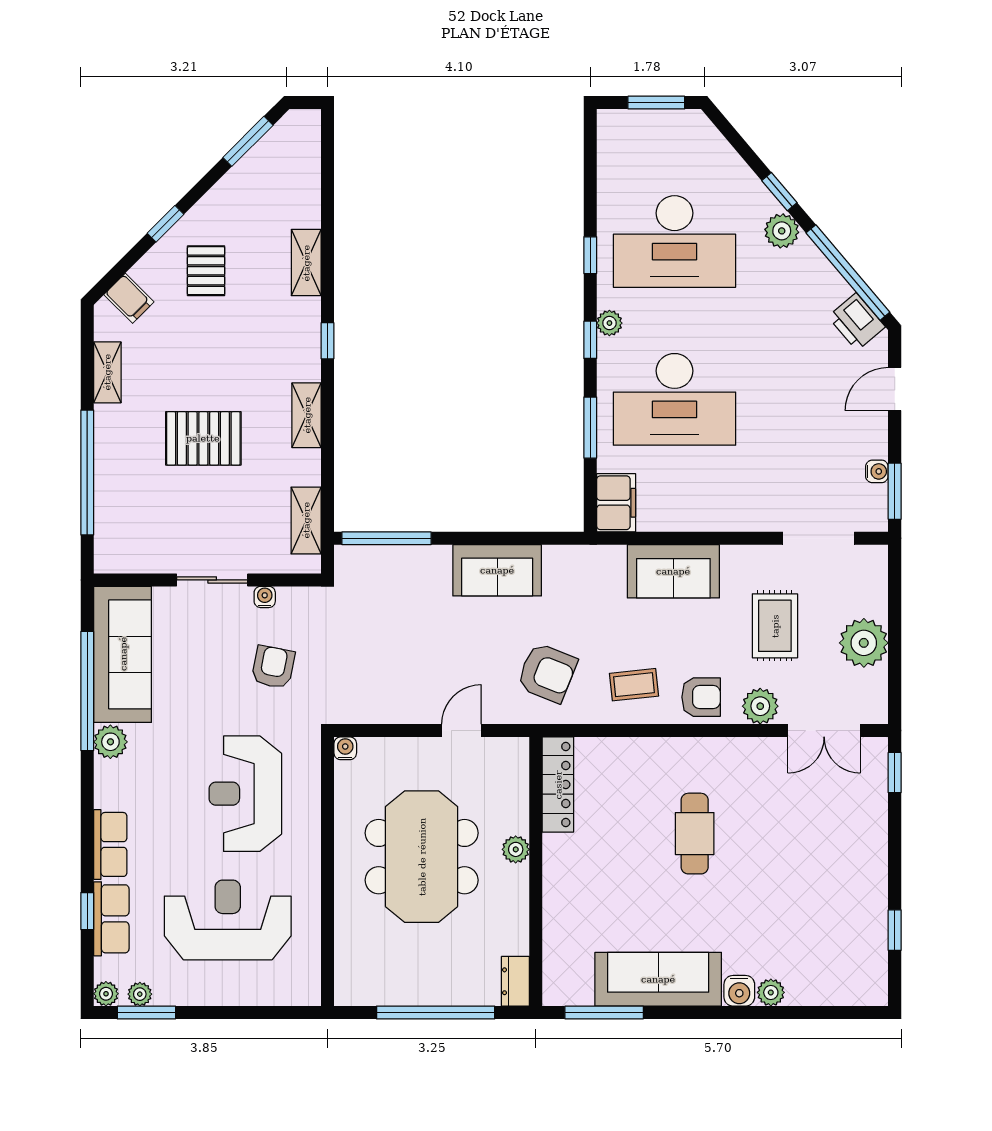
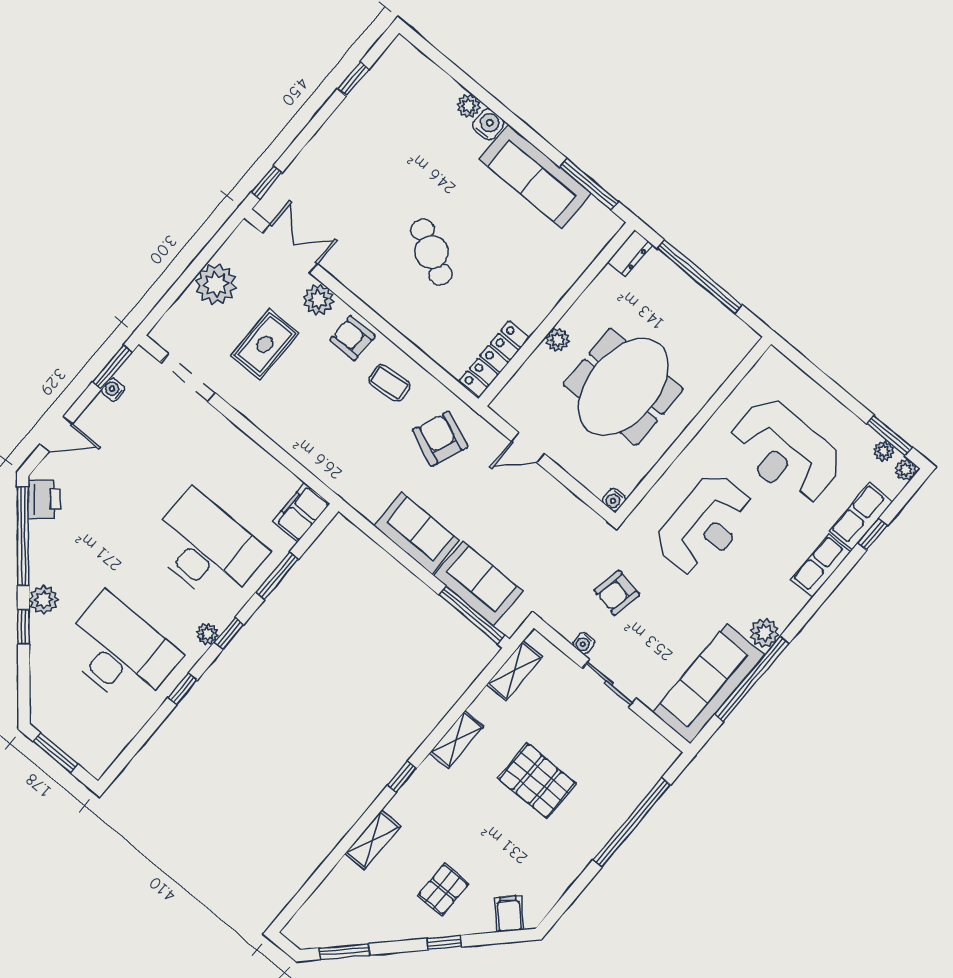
shelving: (107, 372) -> (564, 877), removed
sofa: (673, 571) -> (478, 583), moved
cafe table: (695, 834) -> (431, 252), turned -62

